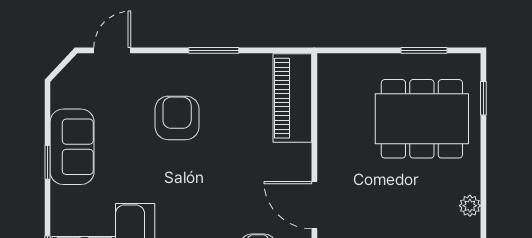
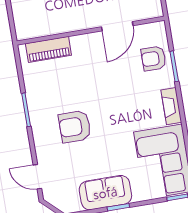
piano: (292, 98) -> (48, 49), width x0.73, depth x0.75

